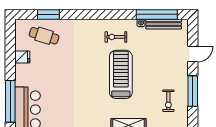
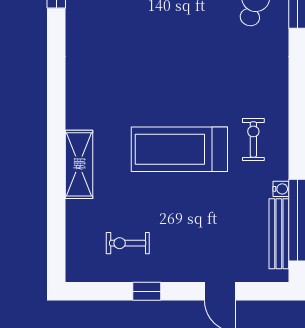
treadmill: (121, 74) -> (179, 149), turned 180
window: (193, 91) -> (147, 291), width x0.46

